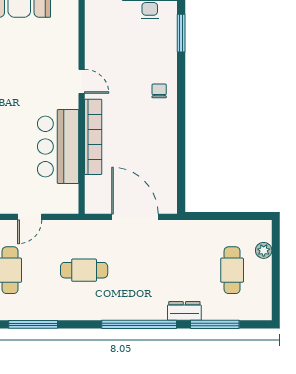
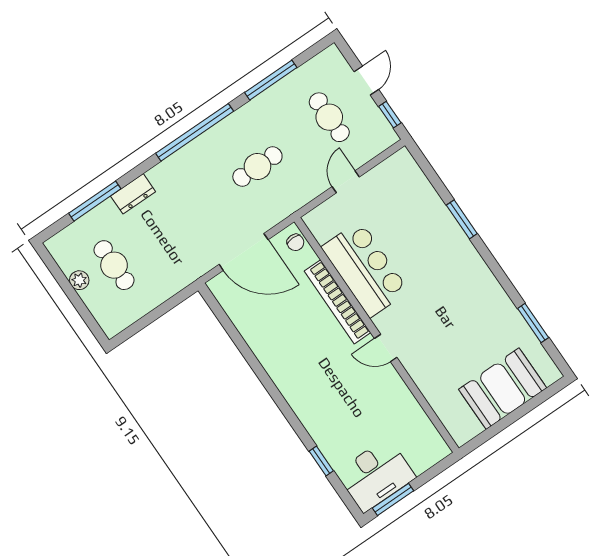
window: (181, 33) -> (321, 461), width x0.67
chair: (159, 91) -> (295, 242), moved
plant: (264, 250) -> (79, 280), moved
window: (139, 324) -> (195, 132), moved

